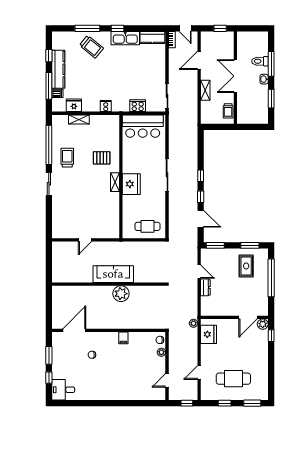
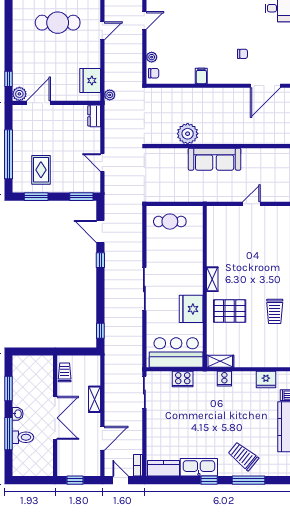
shelving: (79, 119) -> (220, 361), moved
pallet: (102, 158) -> (230, 311), width x1.50, depth x1.42
window: (201, 176) -> (100, 331), moved
fridge: (131, 184) -> (191, 309), moved
dresser: (205, 287) -> (94, 116), moved
plant: (121, 294) -> (188, 134), moved

